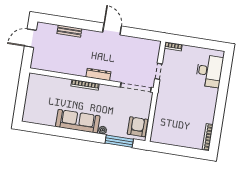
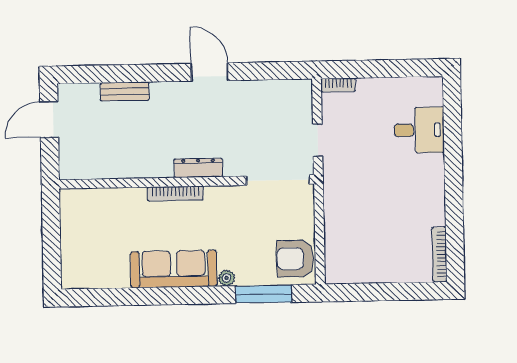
desk: (209, 71) -> (419, 130), width x0.73
armchair: (138, 127) -> (295, 259), turned -90

